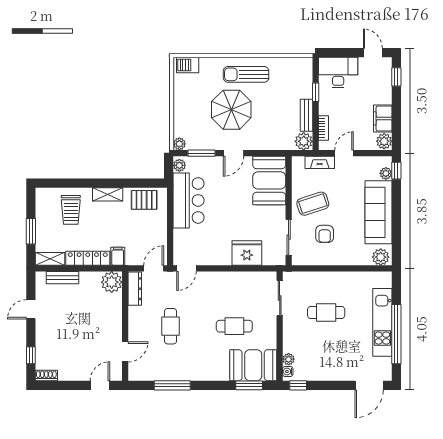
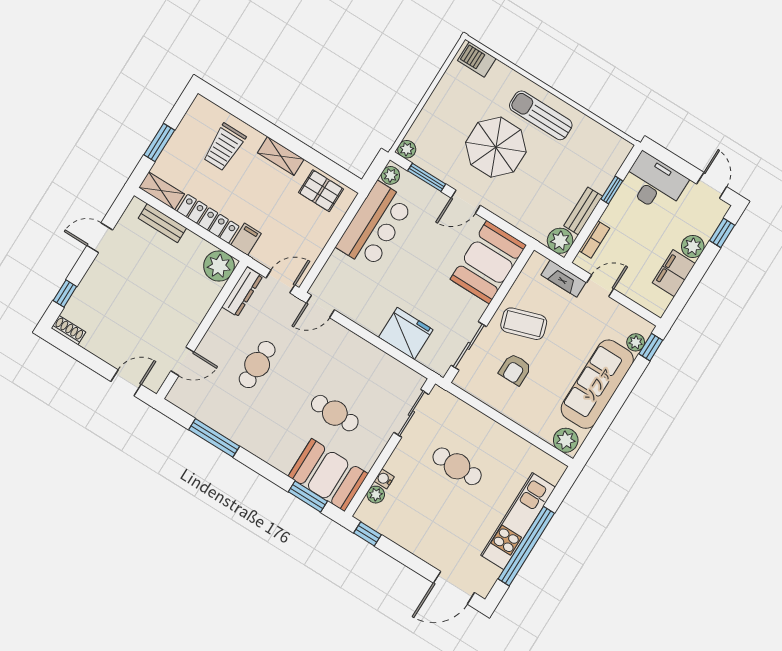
plant: (384, 141) -> (693, 246), moved
water cooler: (288, 371) -> (384, 479), moved

